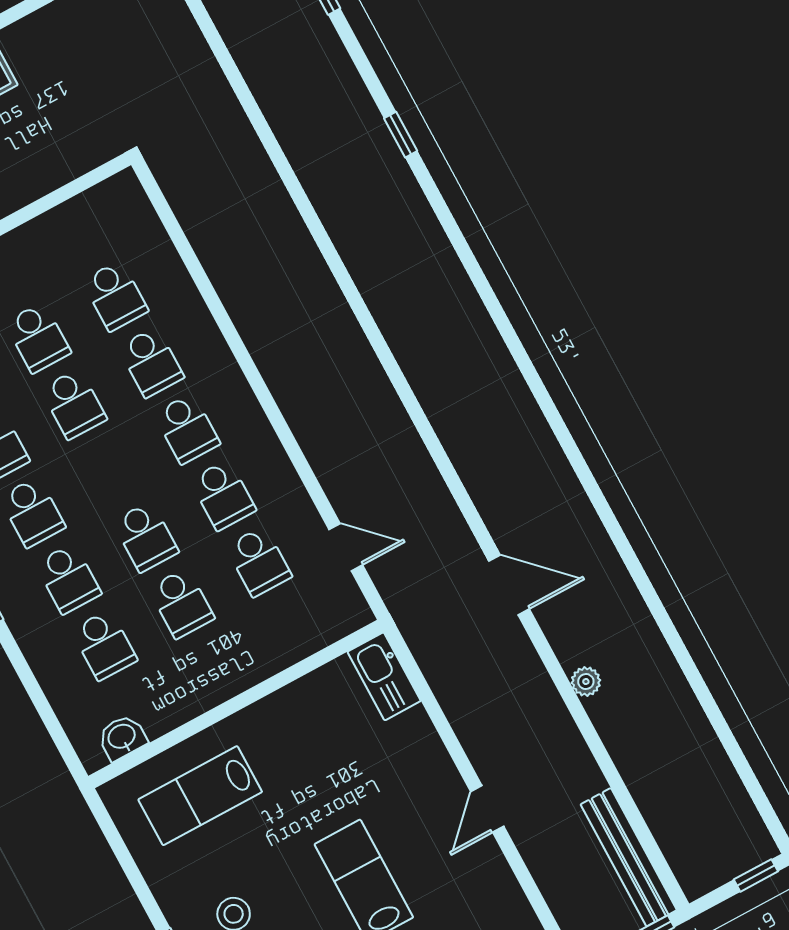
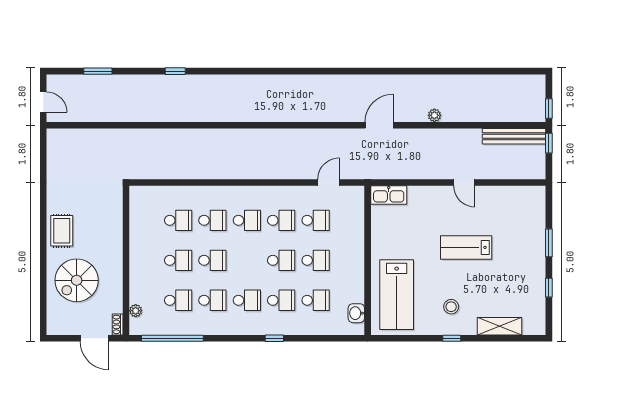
lab bench: (200, 796) -> (397, 295), width x1.36, depth x1.39
window: (756, 875) -> (549, 108), moved

